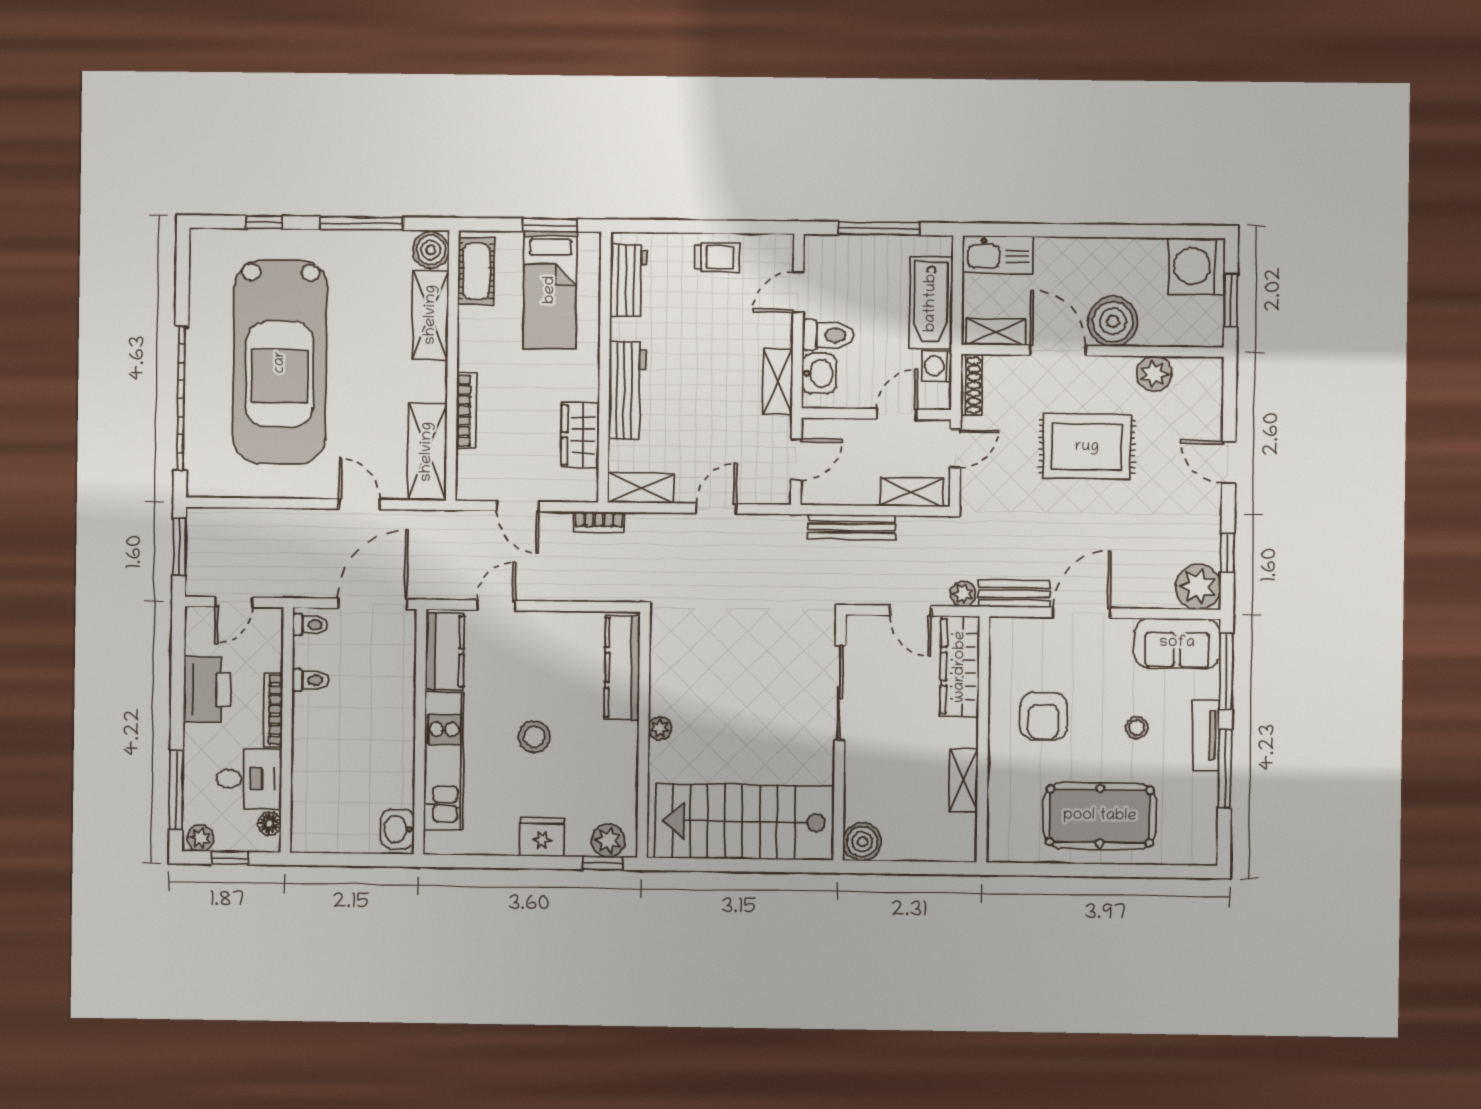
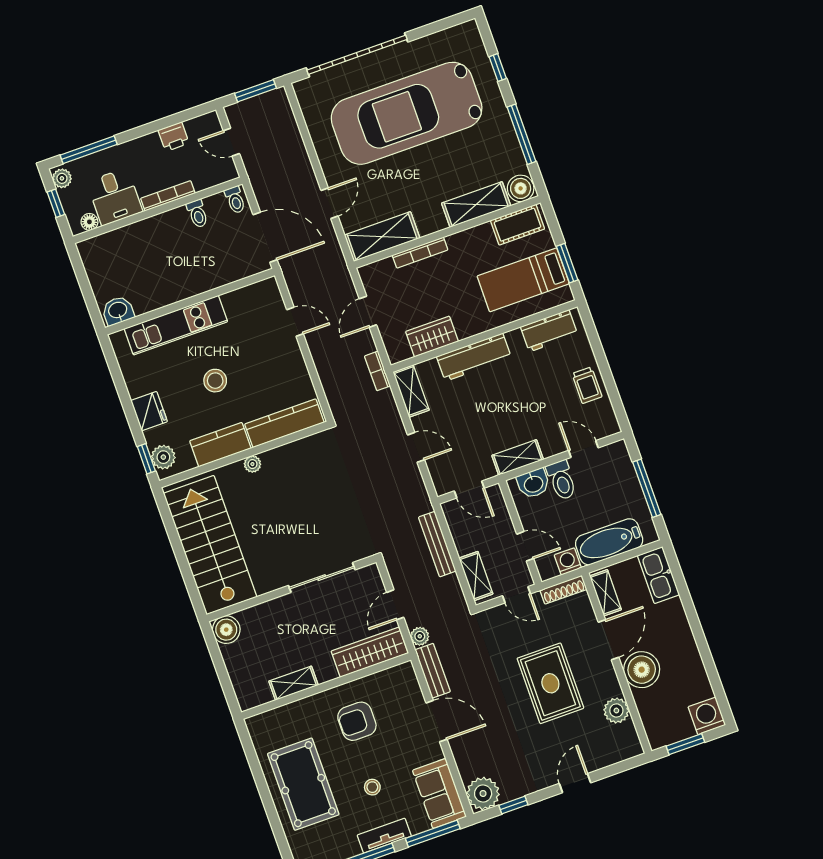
washing machine: (1197, 266) -> (707, 716), width x0.73, depth x0.73
kitchen counter: (445, 651) -> (220, 445), moved, turned 180
printer: (207, 689) -> (174, 137), width x0.53, depth x0.68

